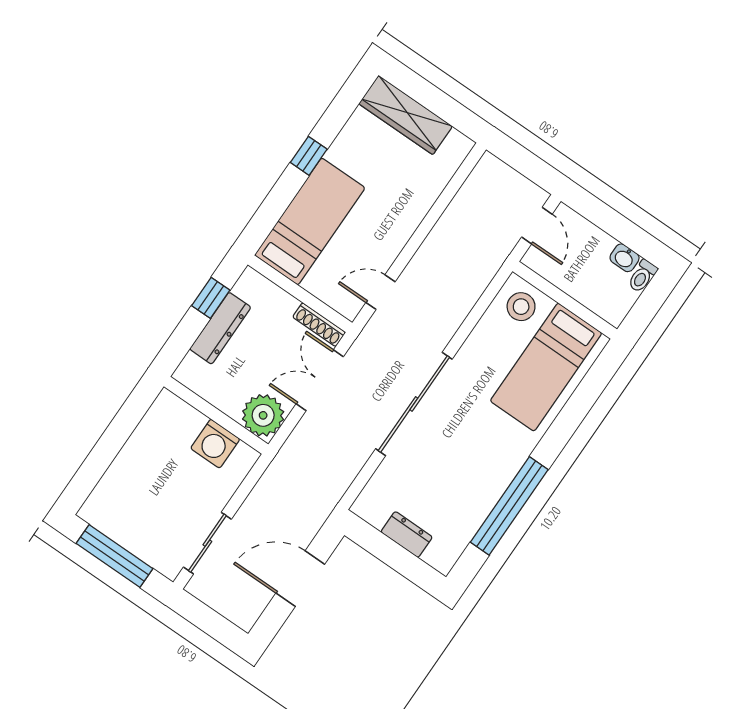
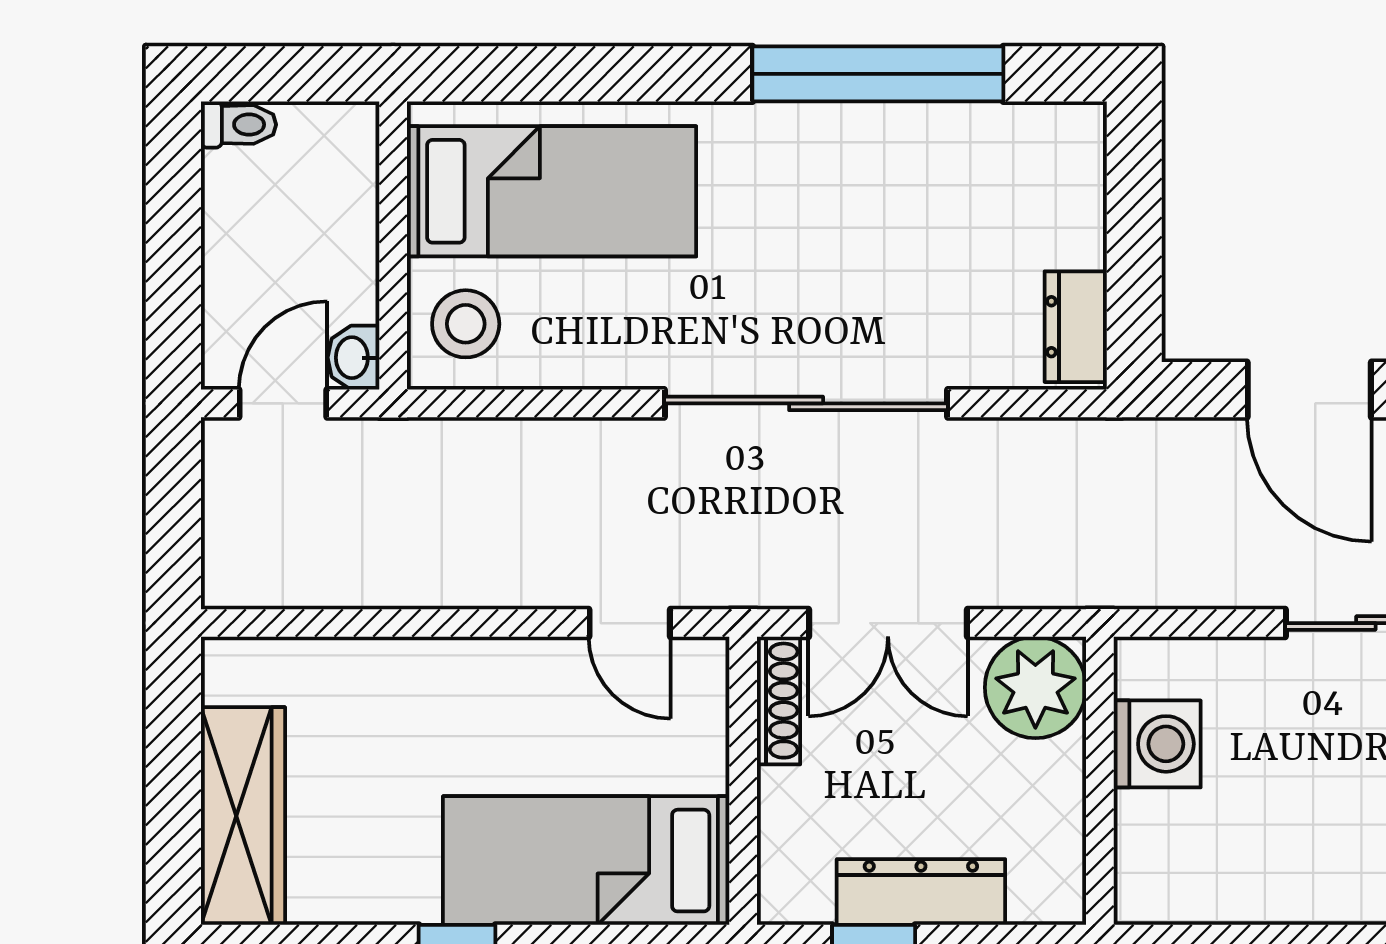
washbasin: (625, 258) -> (353, 358), moved, turned 180
dresser: (407, 535) -> (1076, 327), moved

